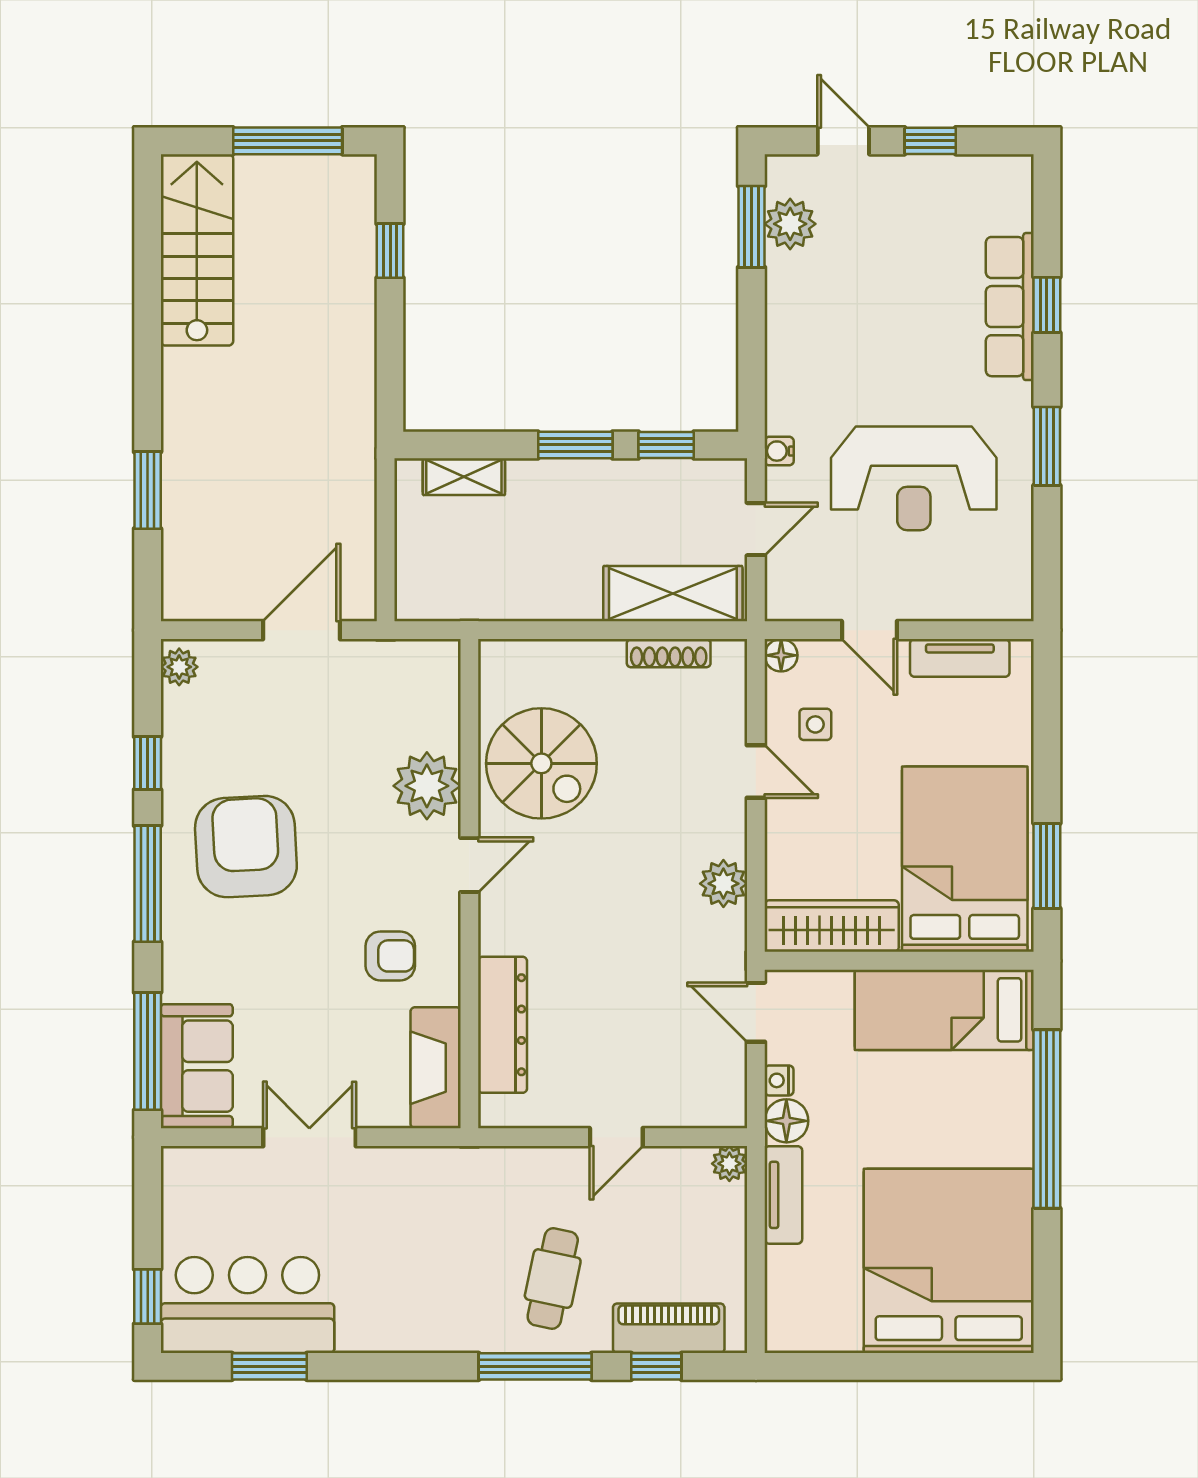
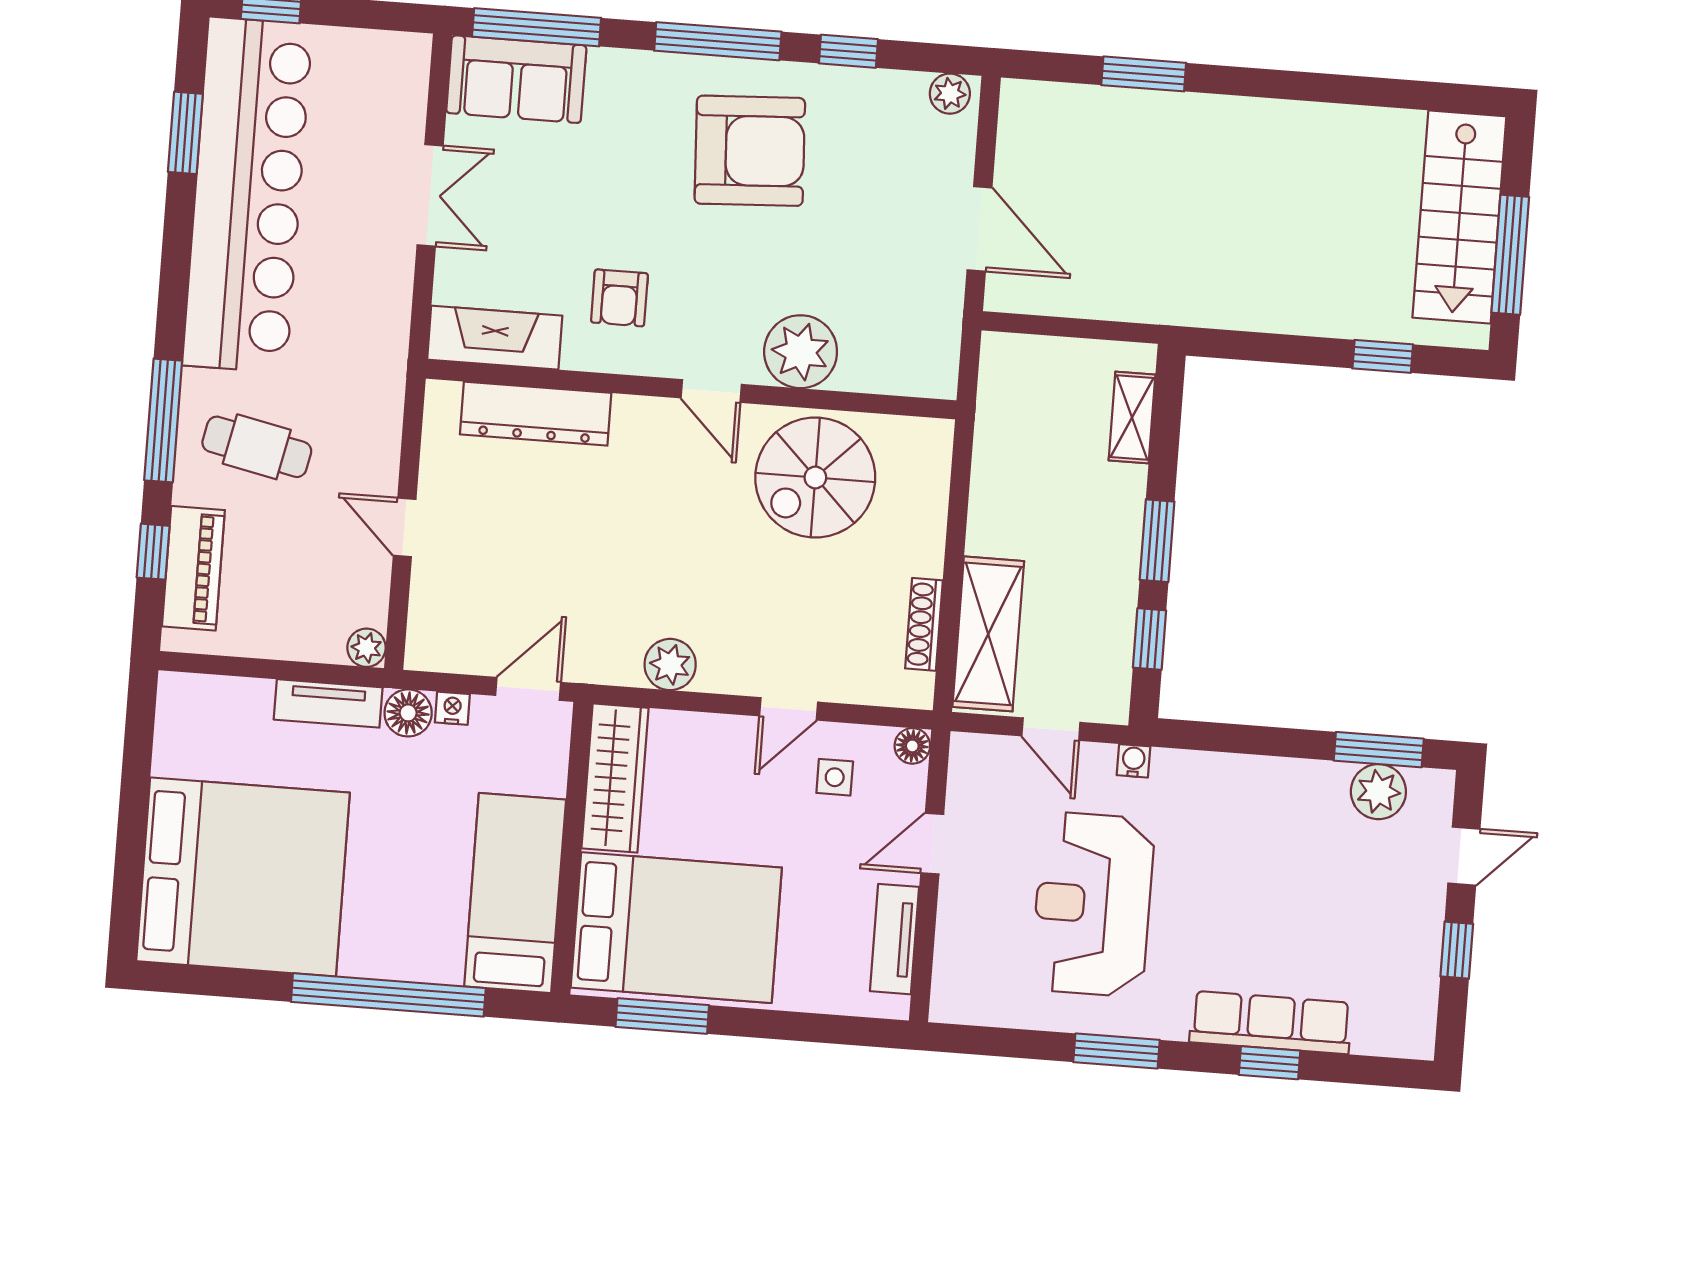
stairs: (197, 250) -> (1459, 217), moved, turned 90
bar counter: (247, 1305) -> (247, 195), width x1.86

